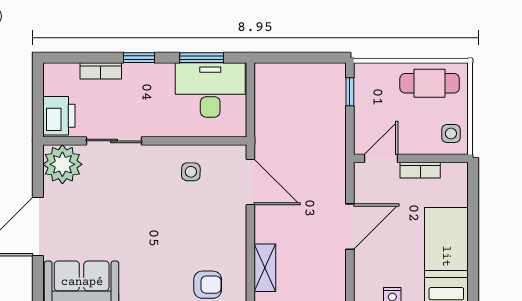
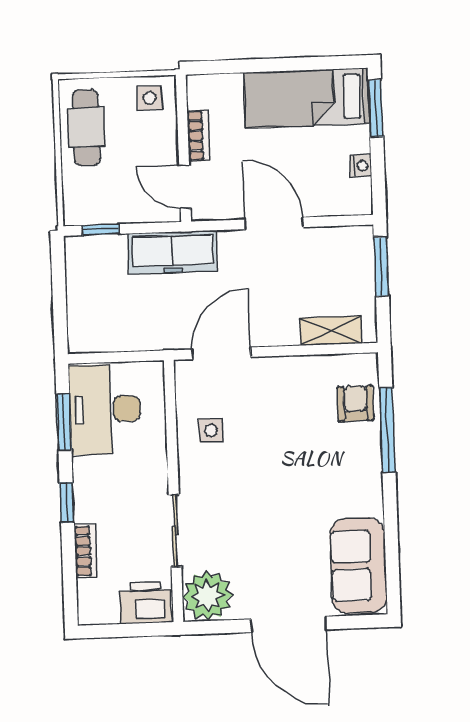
freezer: (330, 147) -> (173, 252), added

